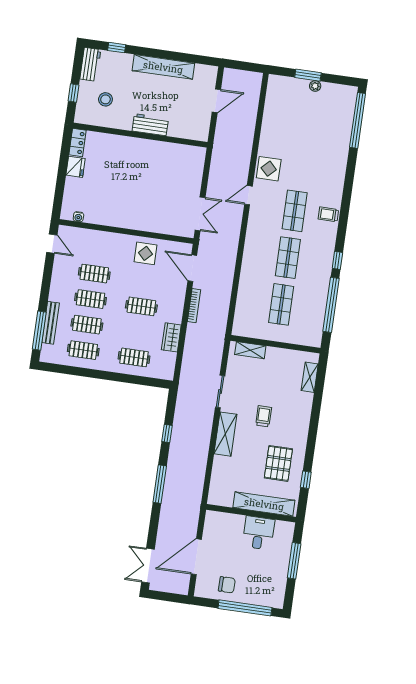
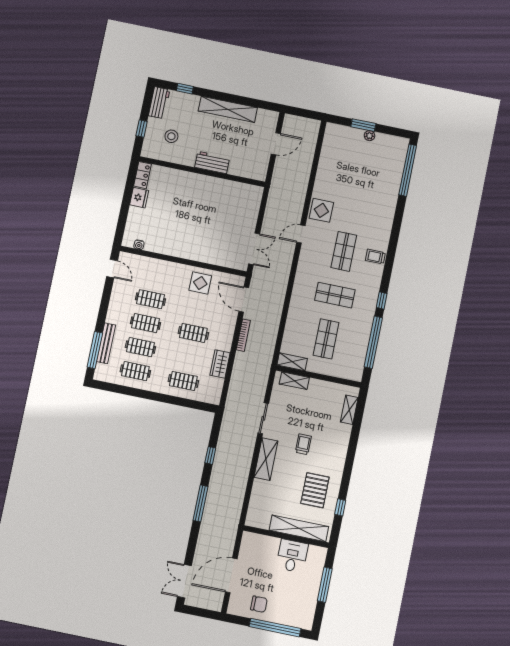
shop shelf: (288, 258) -> (335, 295), turned 90
shelving: (247, 330) -> (292, 362), added

